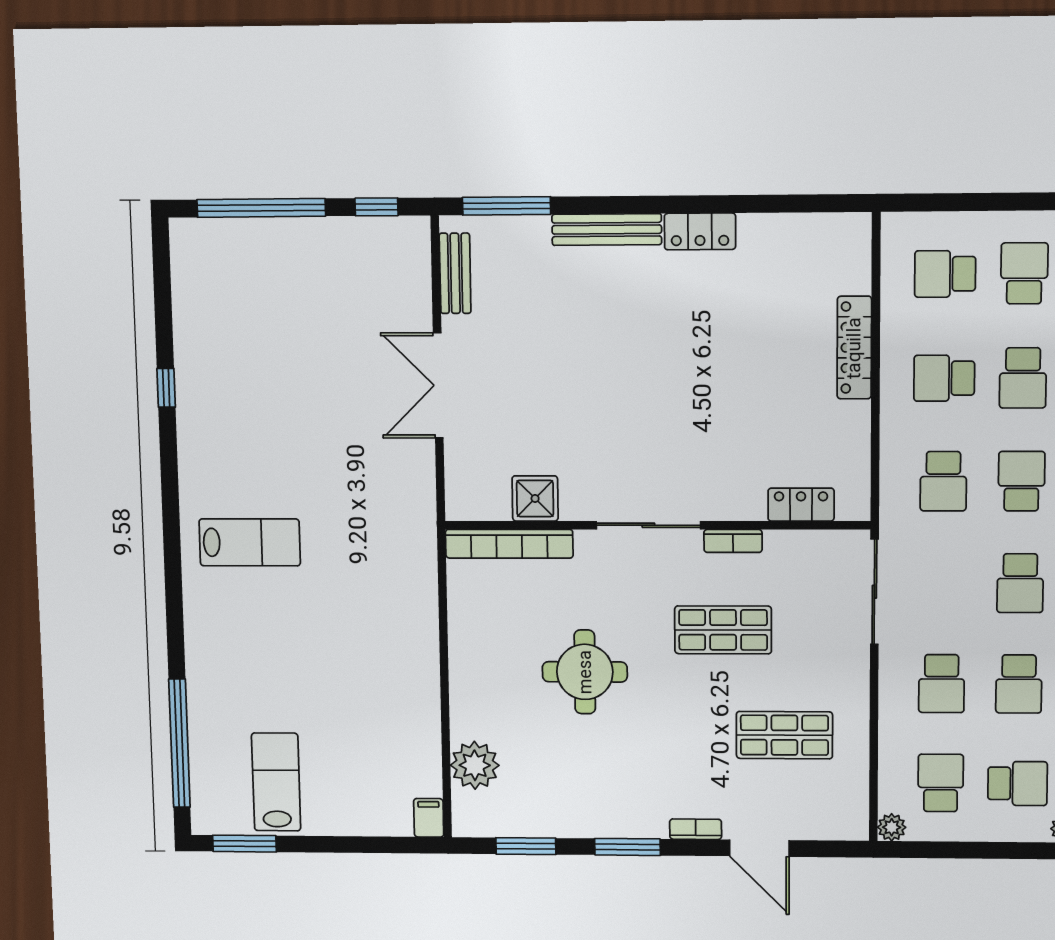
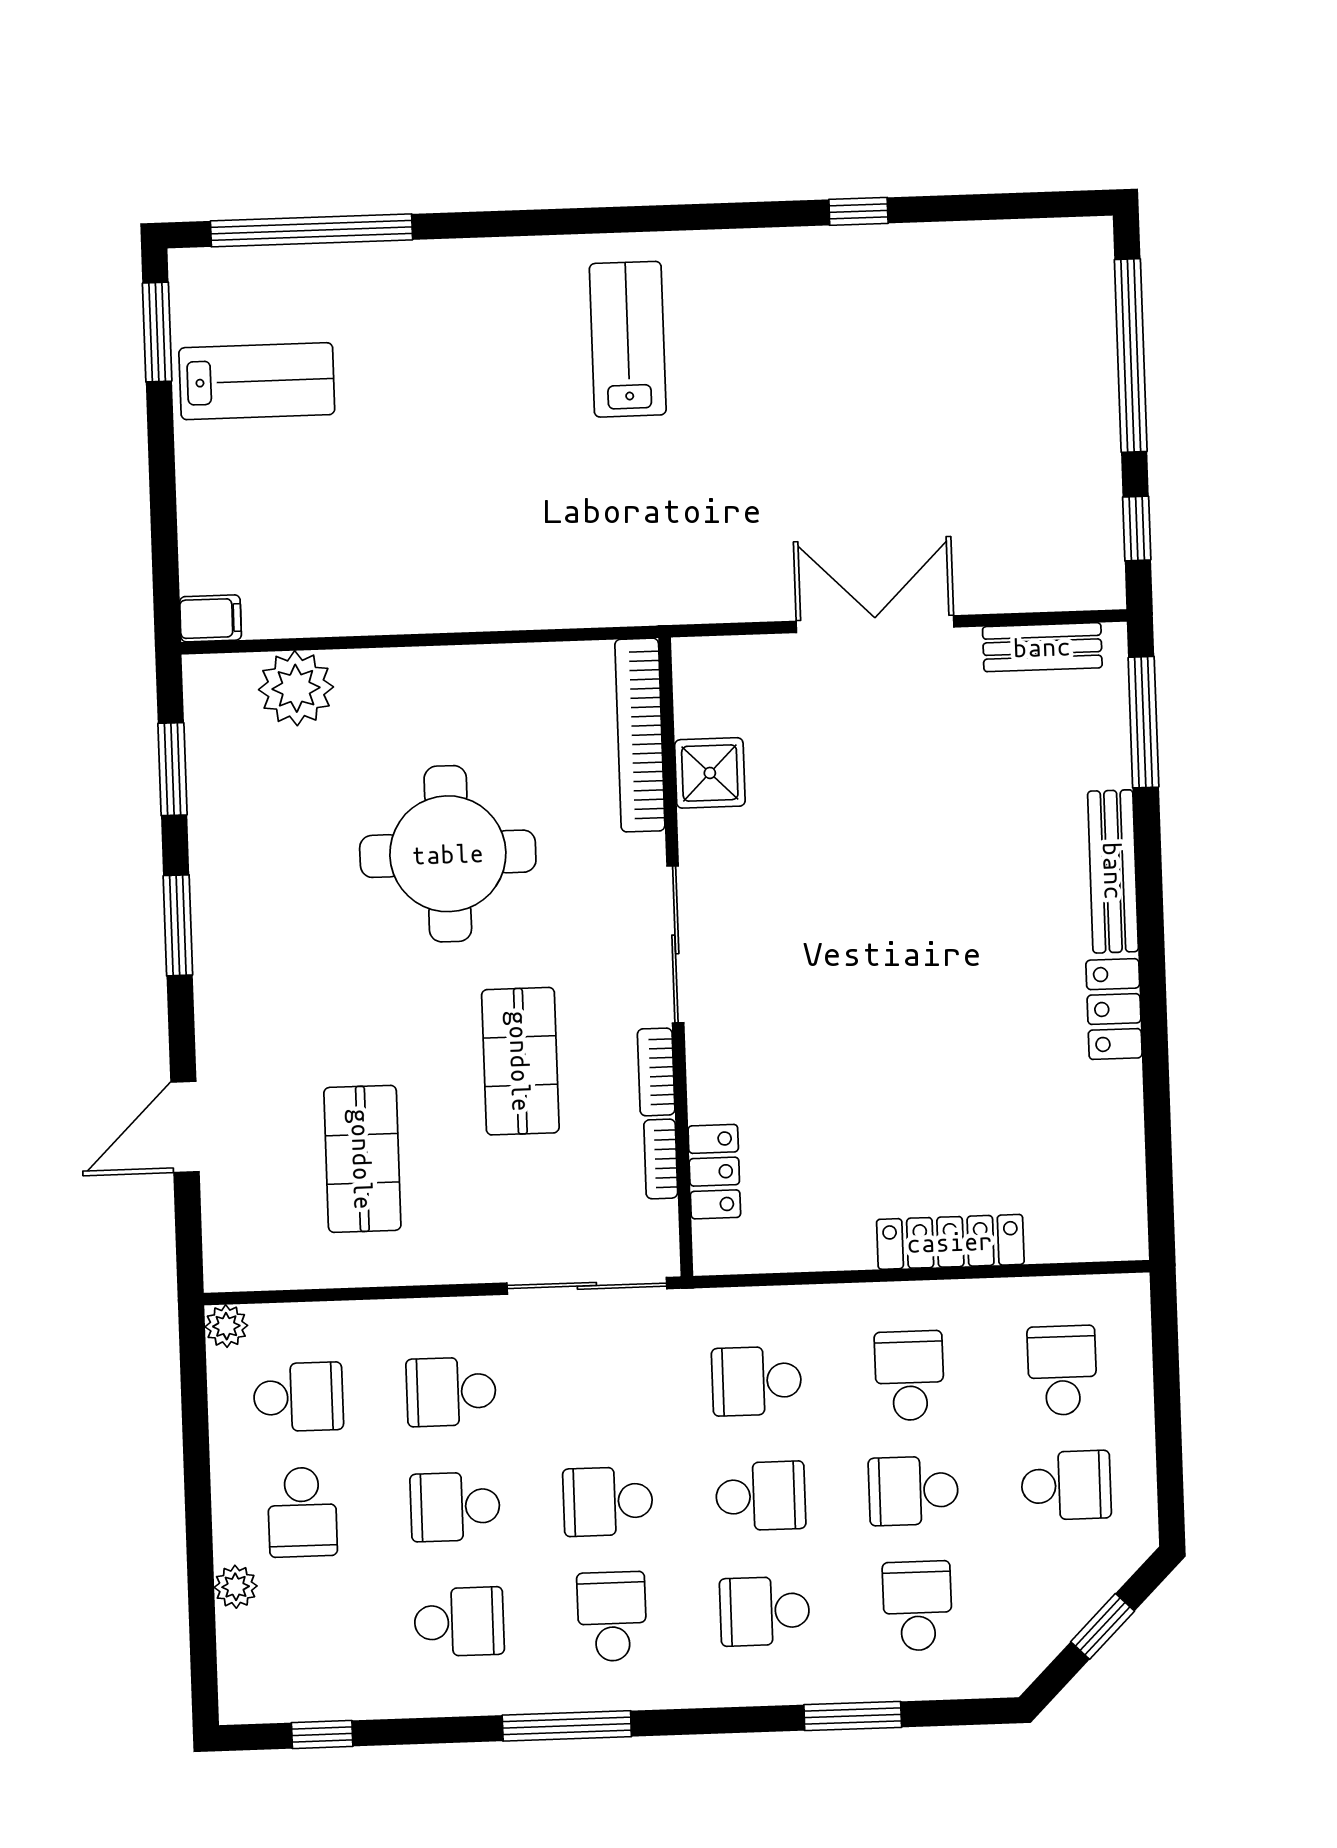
lab bench: (250, 542) -> (628, 339), turned 180
round table: (585, 672) -> (448, 854), width x1.36, depth x1.36
bookcase: (696, 829) -> (661, 1159), moved, turned 180

